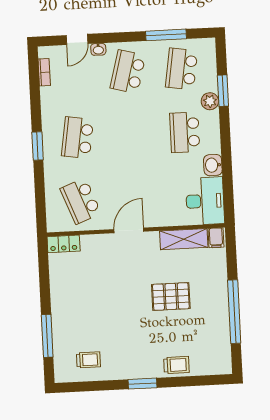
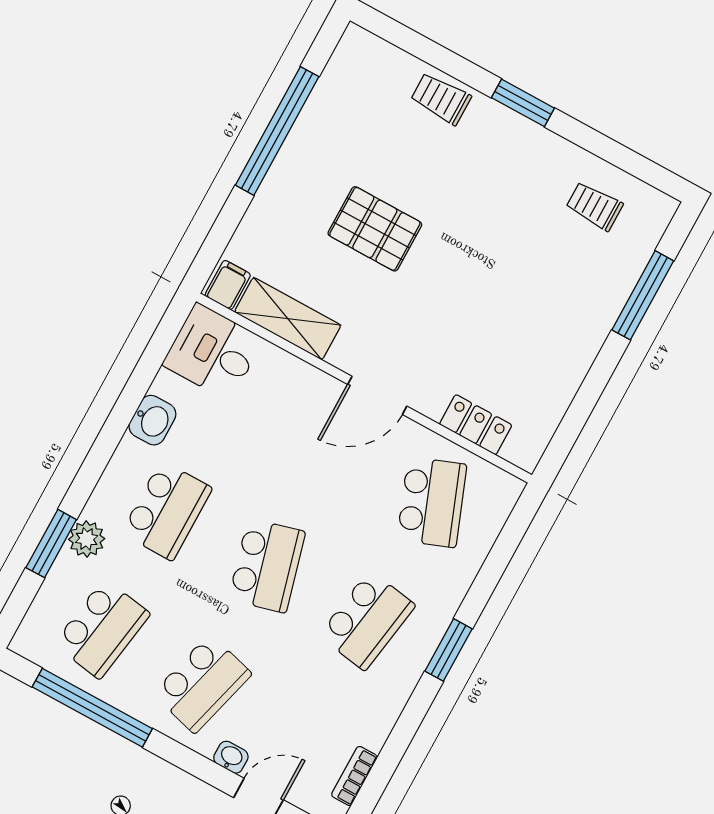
window: (166, 35) -> (92, 708), width x1.46
school desk: (131, 135) -> (267, 566), added
desk: (205, 201) -> (213, 352), width x0.73
locker: (64, 244) -> (476, 425), moved

